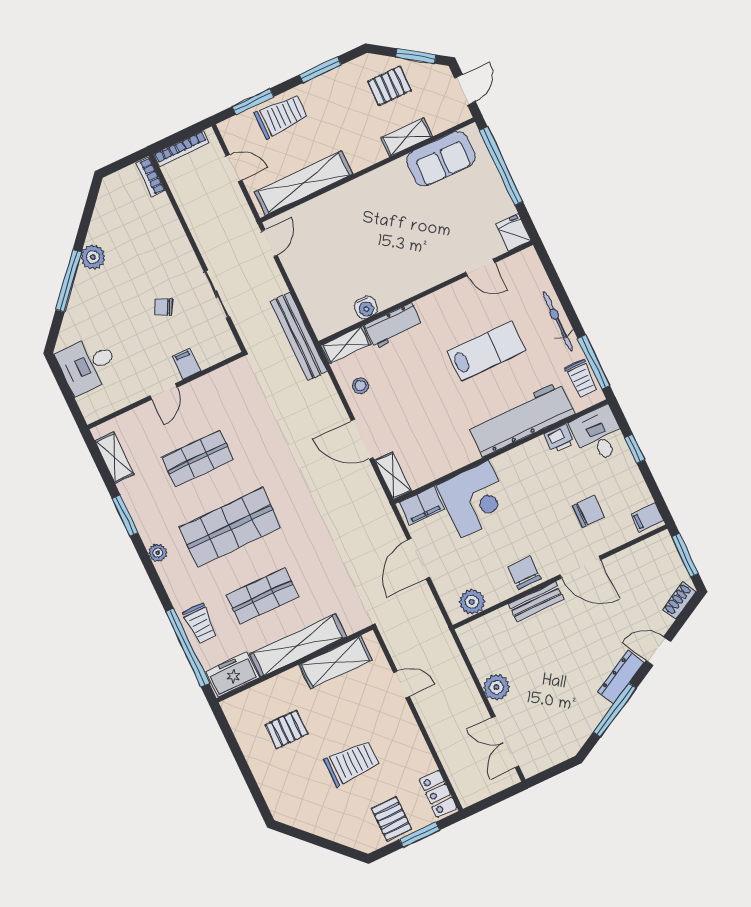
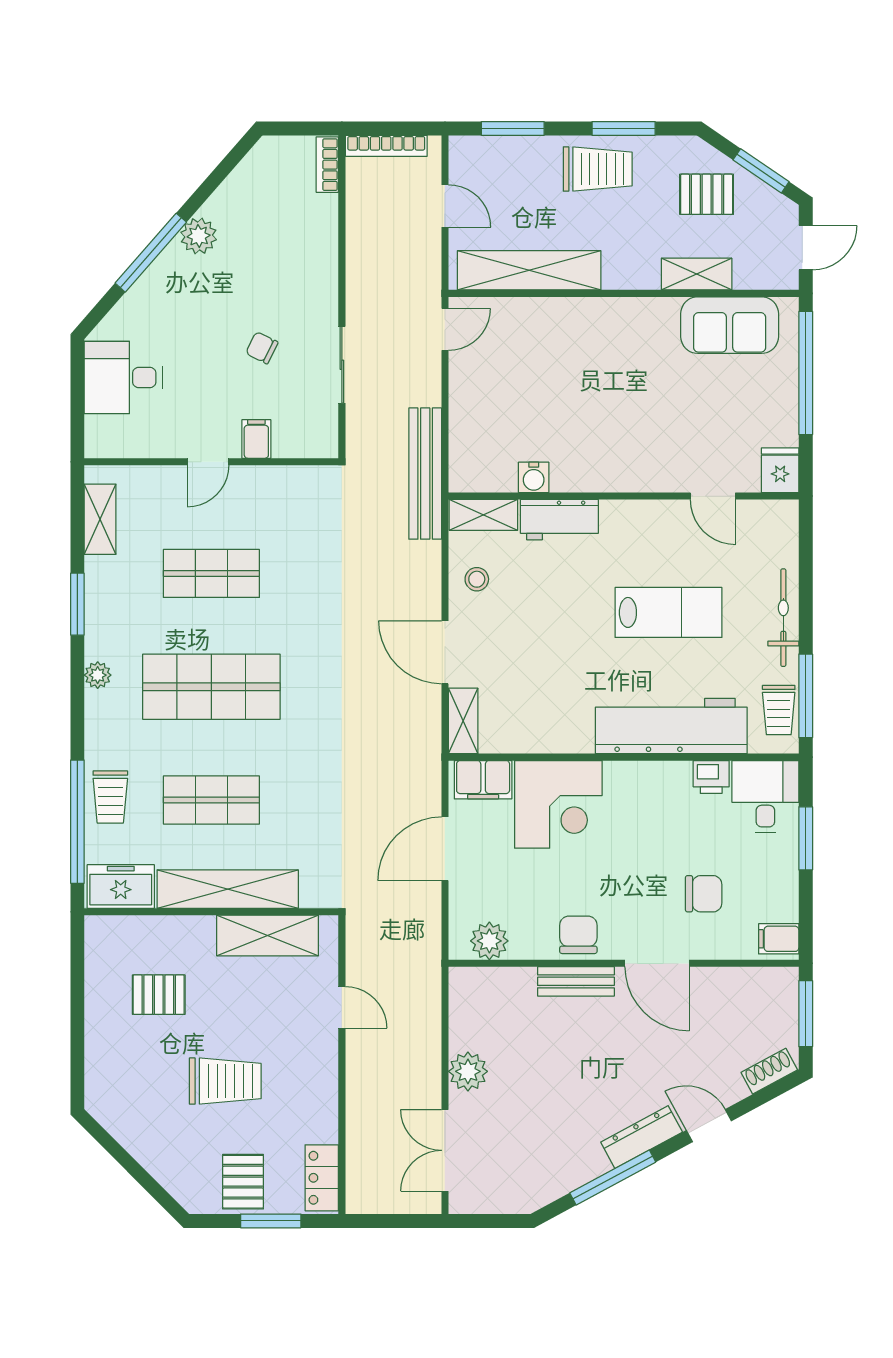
trolley: (281, 116) -> (598, 169), moved
window: (635, 449) -> (806, 838), width x1.50

